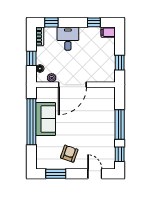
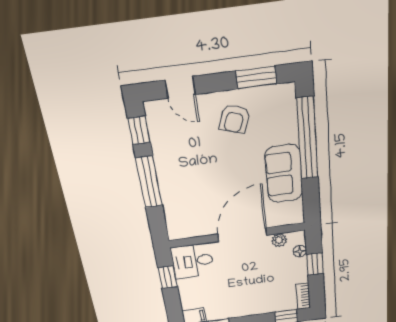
desk: (68, 39) -> (193, 261), moved, turned 90
window: (31, 122) -> (307, 139), moved

